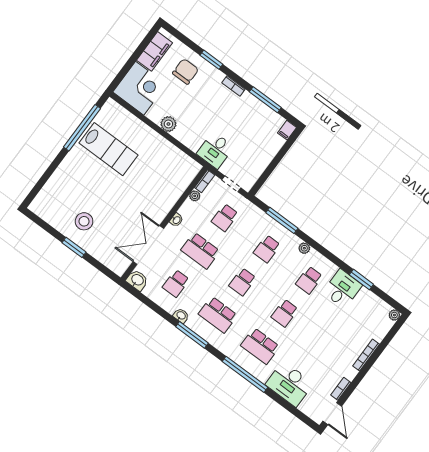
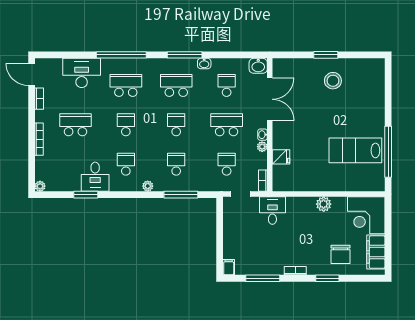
fridge: (175, 190) -> (281, 157), added
plant: (195, 196) -> (262, 147), moved
school desk: (327, 344) -> (75, 125), added

